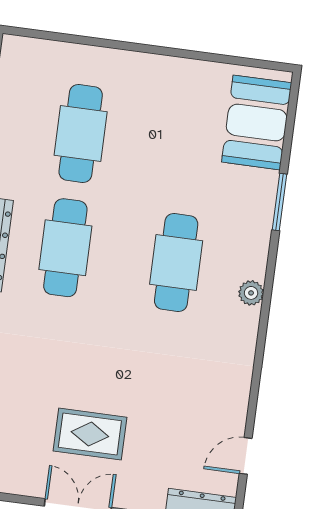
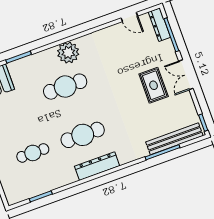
cafe table: (81, 133) -> (33, 153), width x0.73, depth x0.74
plant: (251, 293) -> (68, 53), width x1.88, depth x1.88

